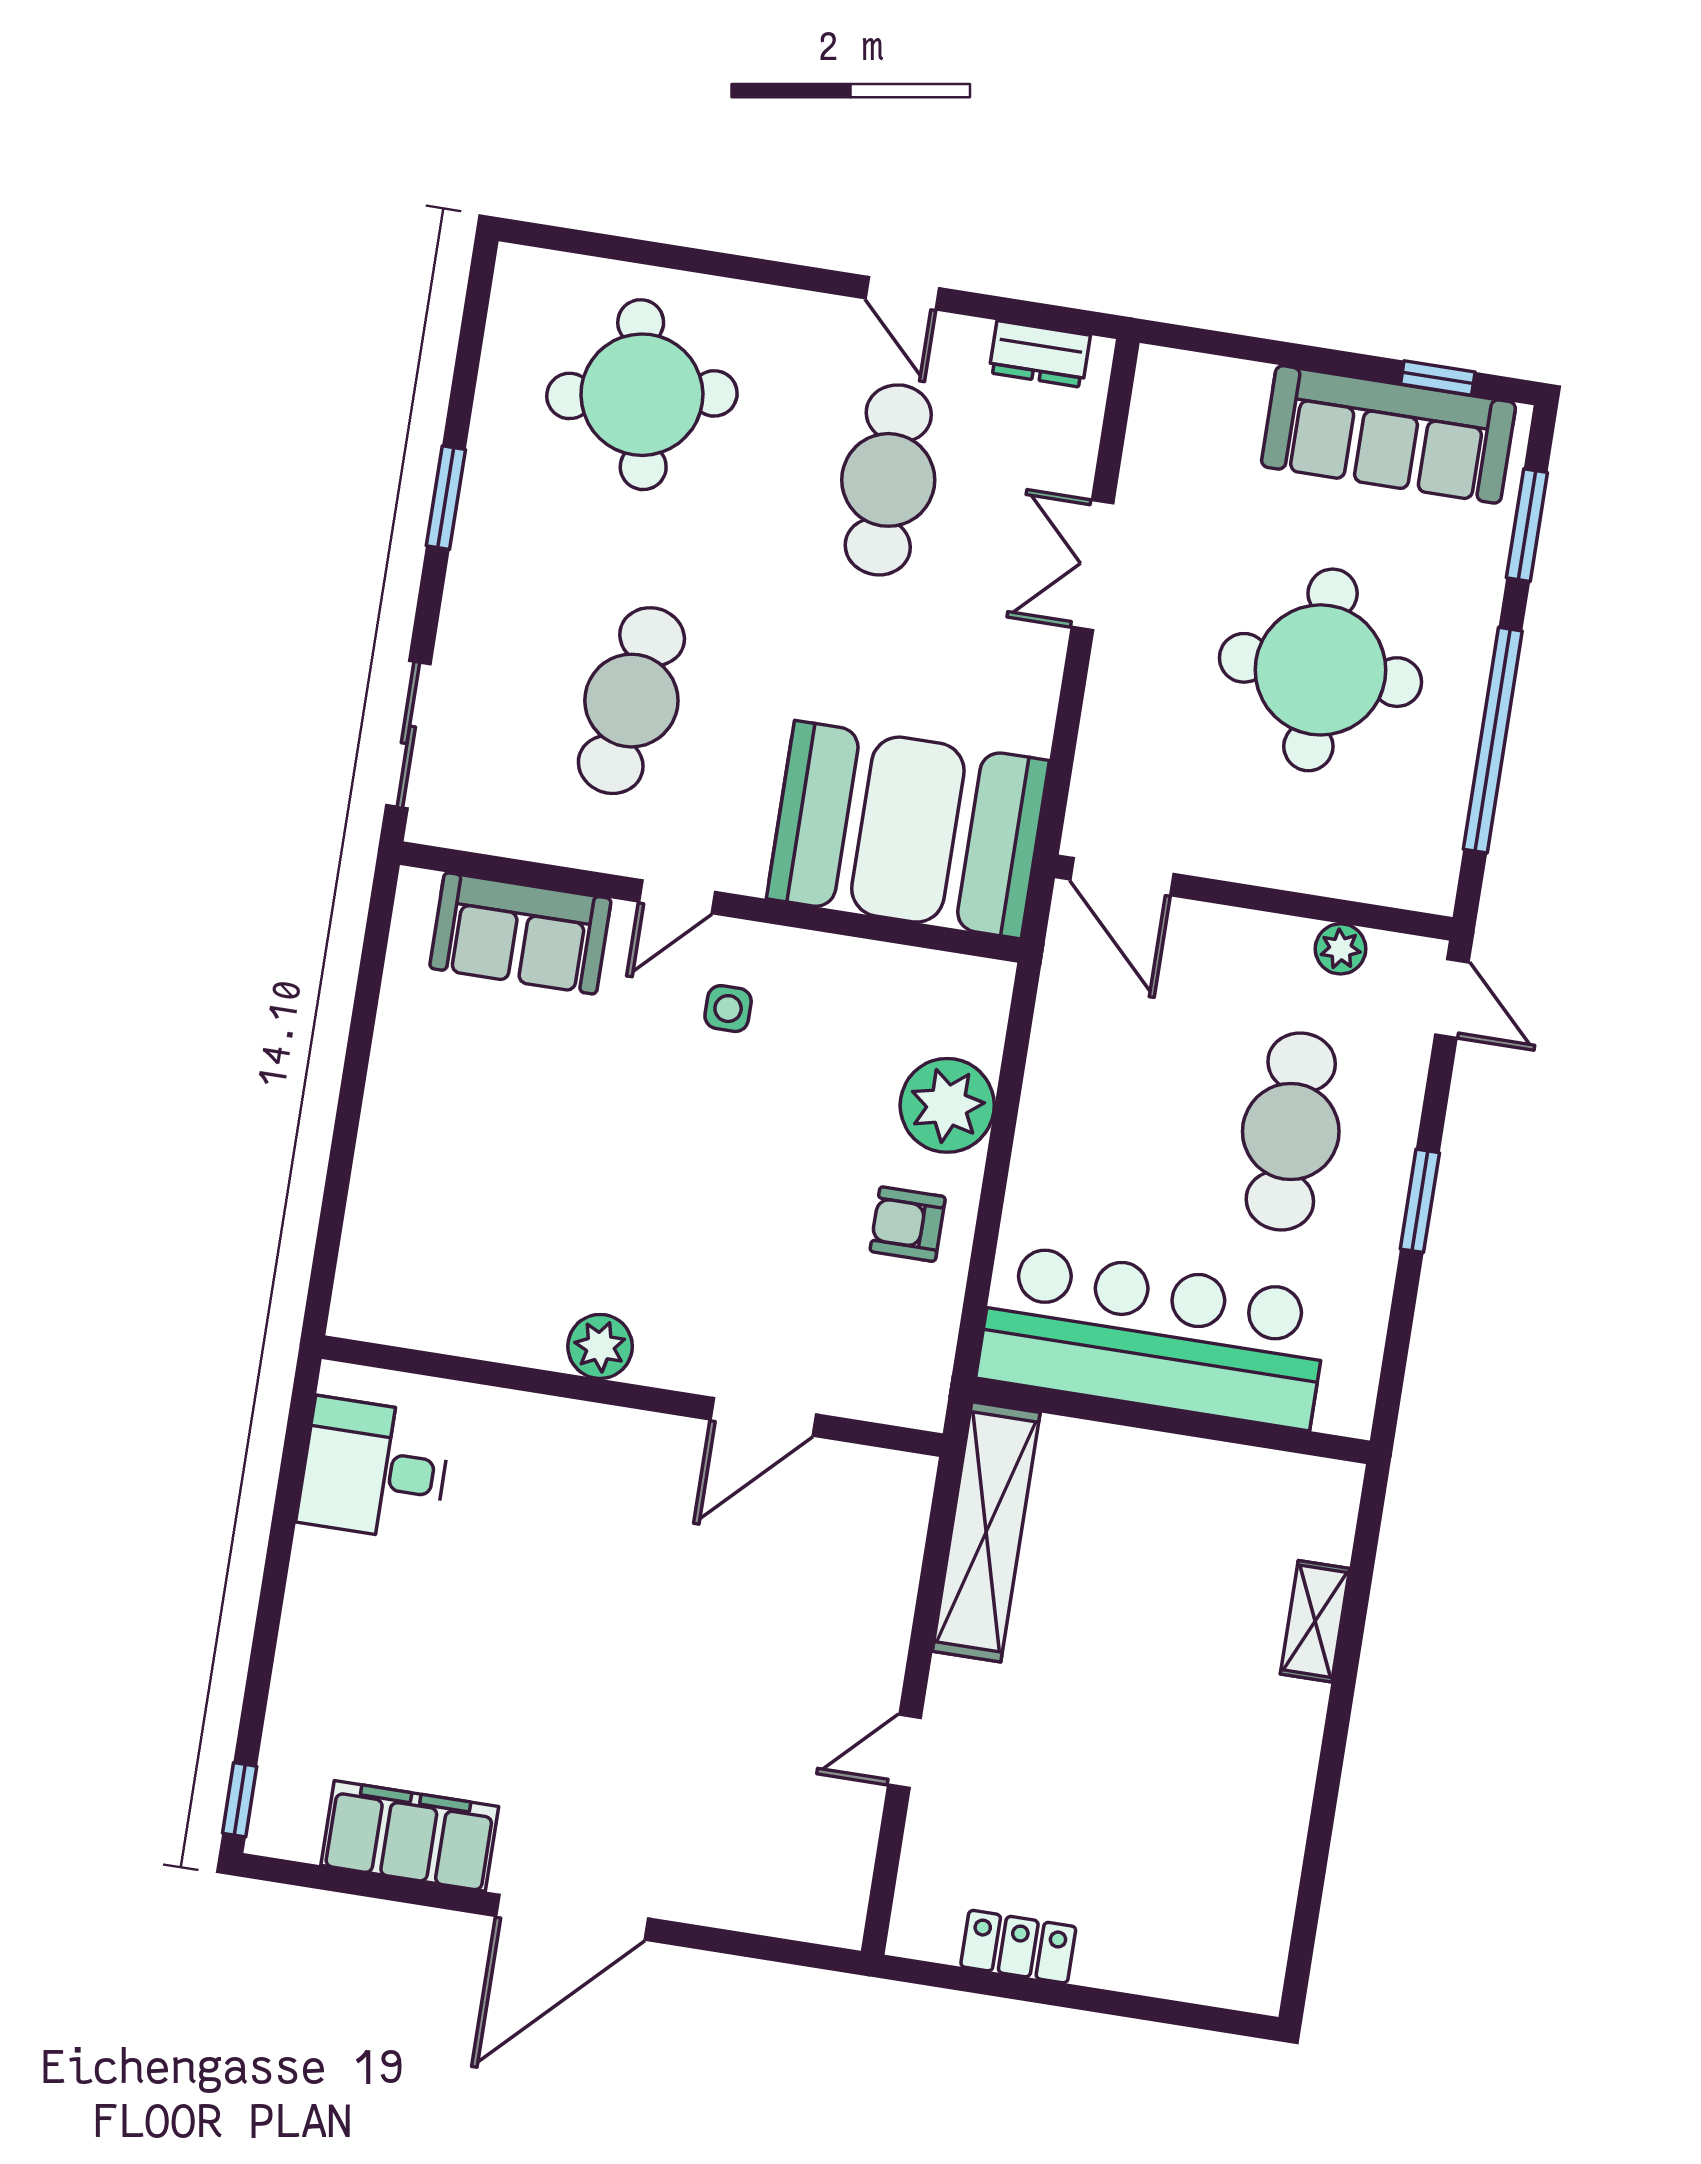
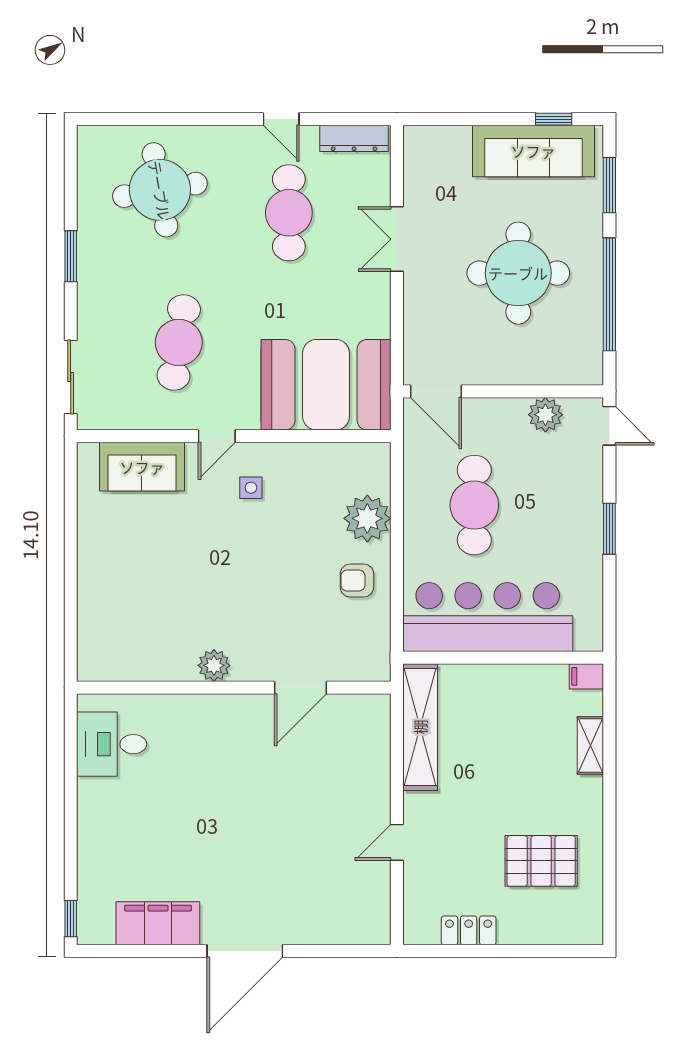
dresser: (1040, 354) -> (354, 138), width x1.44
plant: (1341, 949) -> (545, 415), width x1.38, depth x1.38
cafe table: (1291, 1131) -> (474, 505), moved
filing cabinet: (1329, 1484) -> (586, 676), added
pallet: (1182, 1833) -> (541, 861), added

